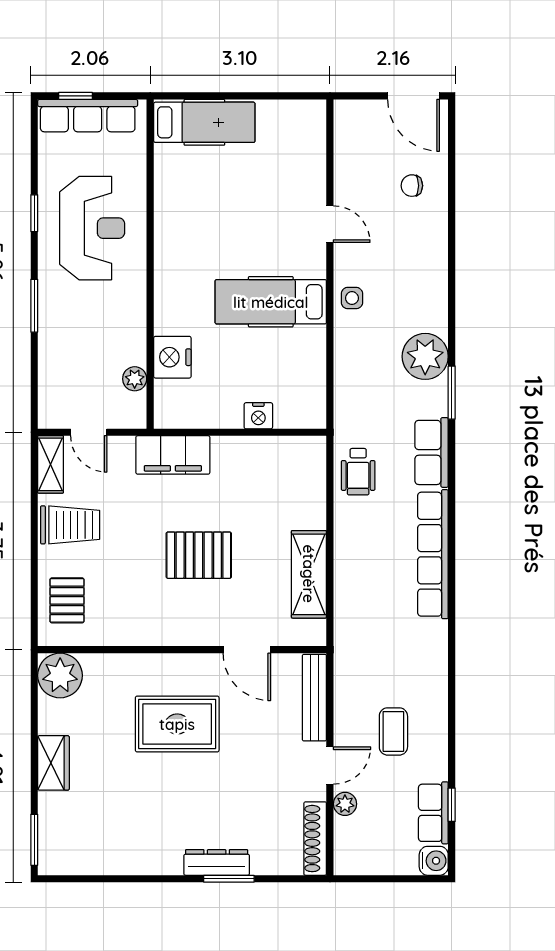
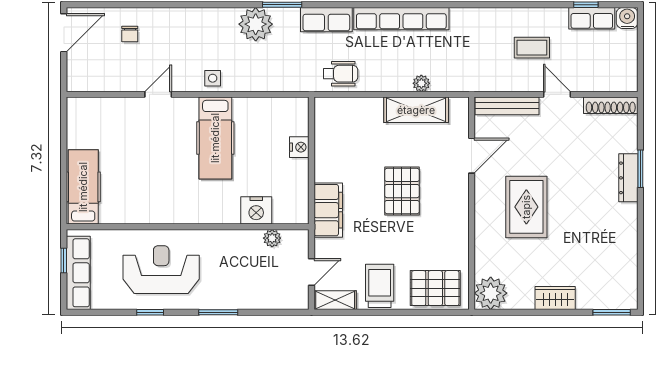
window: (76, 96) -> (64, 260), moved
pallet: (67, 600) -> (435, 288), width x1.50, depth x1.42
plant: (345, 804) -> (421, 83), moved

